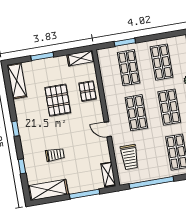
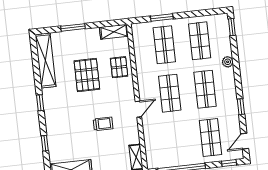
shelving: (17, 81) -> (45, 60), width x1.47
door: (108, 129) -> (138, 109), swing flipped
trolley: (55, 155) -> (103, 124), moved
trolley: (129, 157) -> (160, 140), removed

